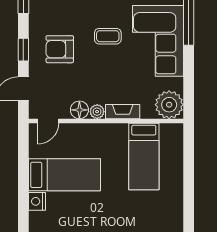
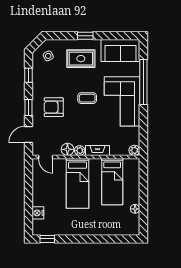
plant: (169, 105) -> (134, 150), width x0.53, depth x0.53
door: (48, 121) -> (46, 157), hinge flipped
bed: (64, 175) -> (78, 183), moved, turned 90
floor lamp: (177, 196) -> (135, 209), added

